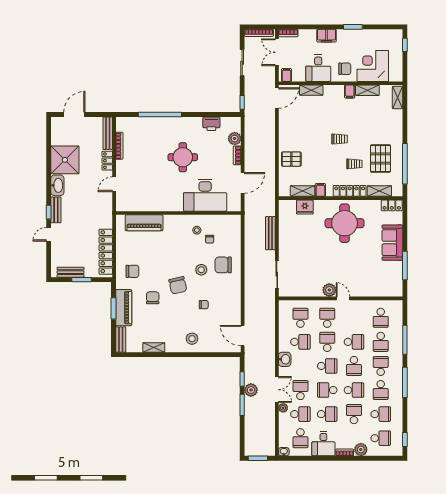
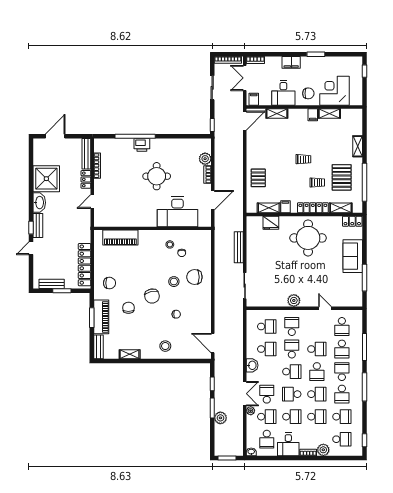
shelving: (398, 97) -> (358, 146), moved
printer: (211, 124) -> (142, 145), moved
pallet: (291, 159) -> (258, 178), turned 90
door: (343, 298) -> (325, 308), moved
school desk: (300, 318) -> (267, 327), turned 90
plant: (251, 390) -> (220, 418), moved
school desk: (354, 414) -> (317, 417), turned 90

